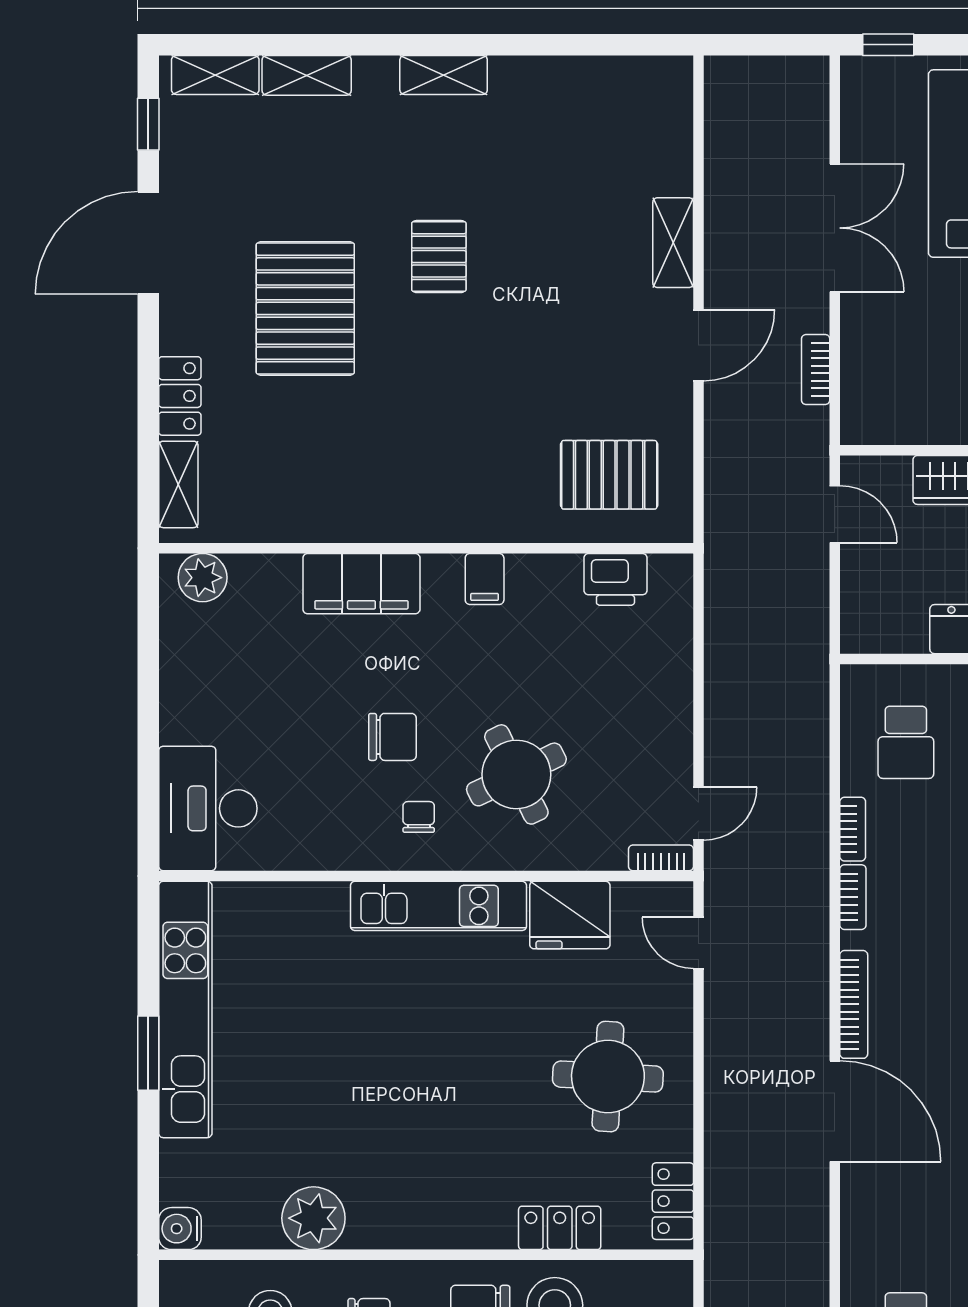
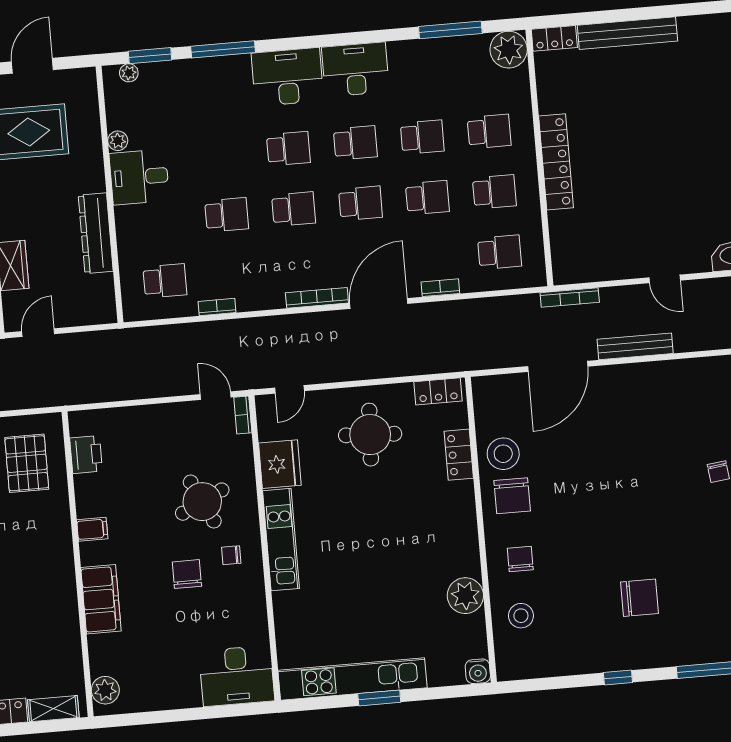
bookcase: (853, 897) -> (440, 288), moved

